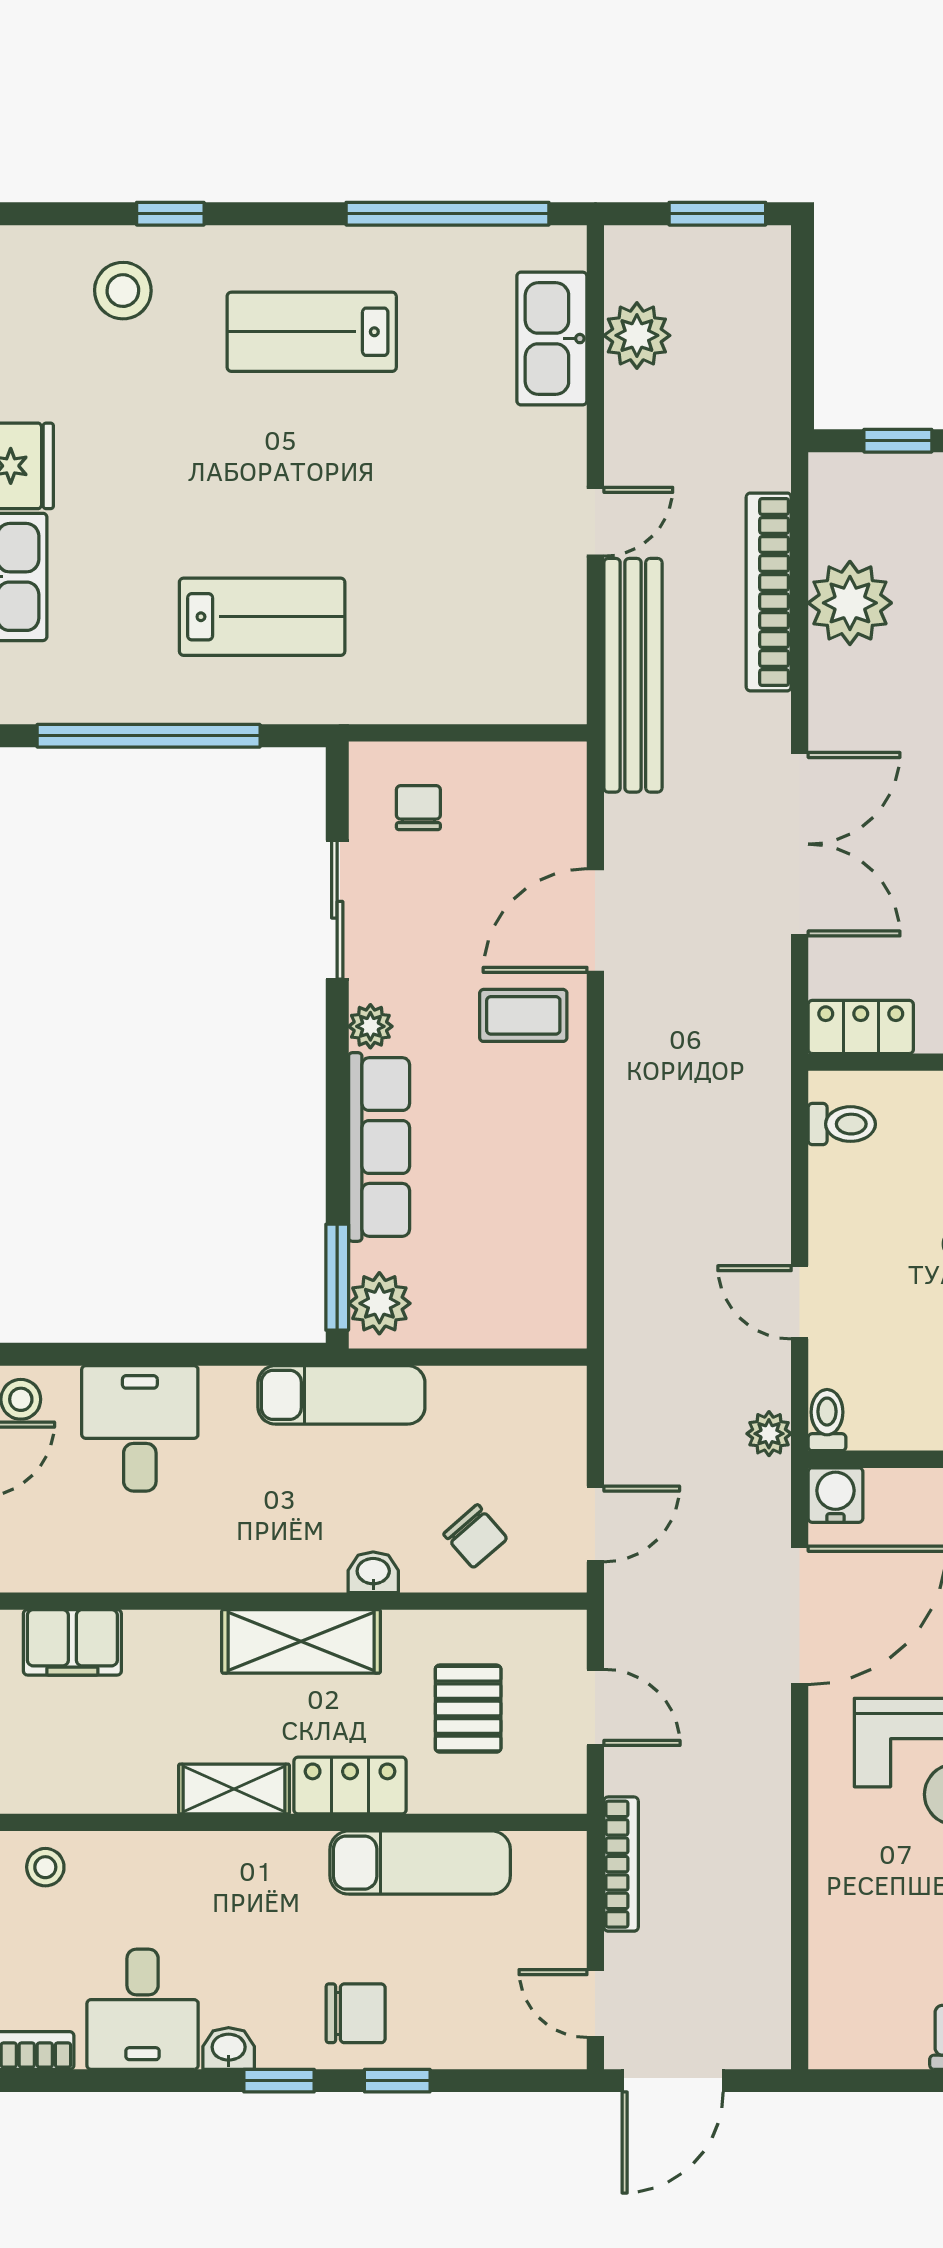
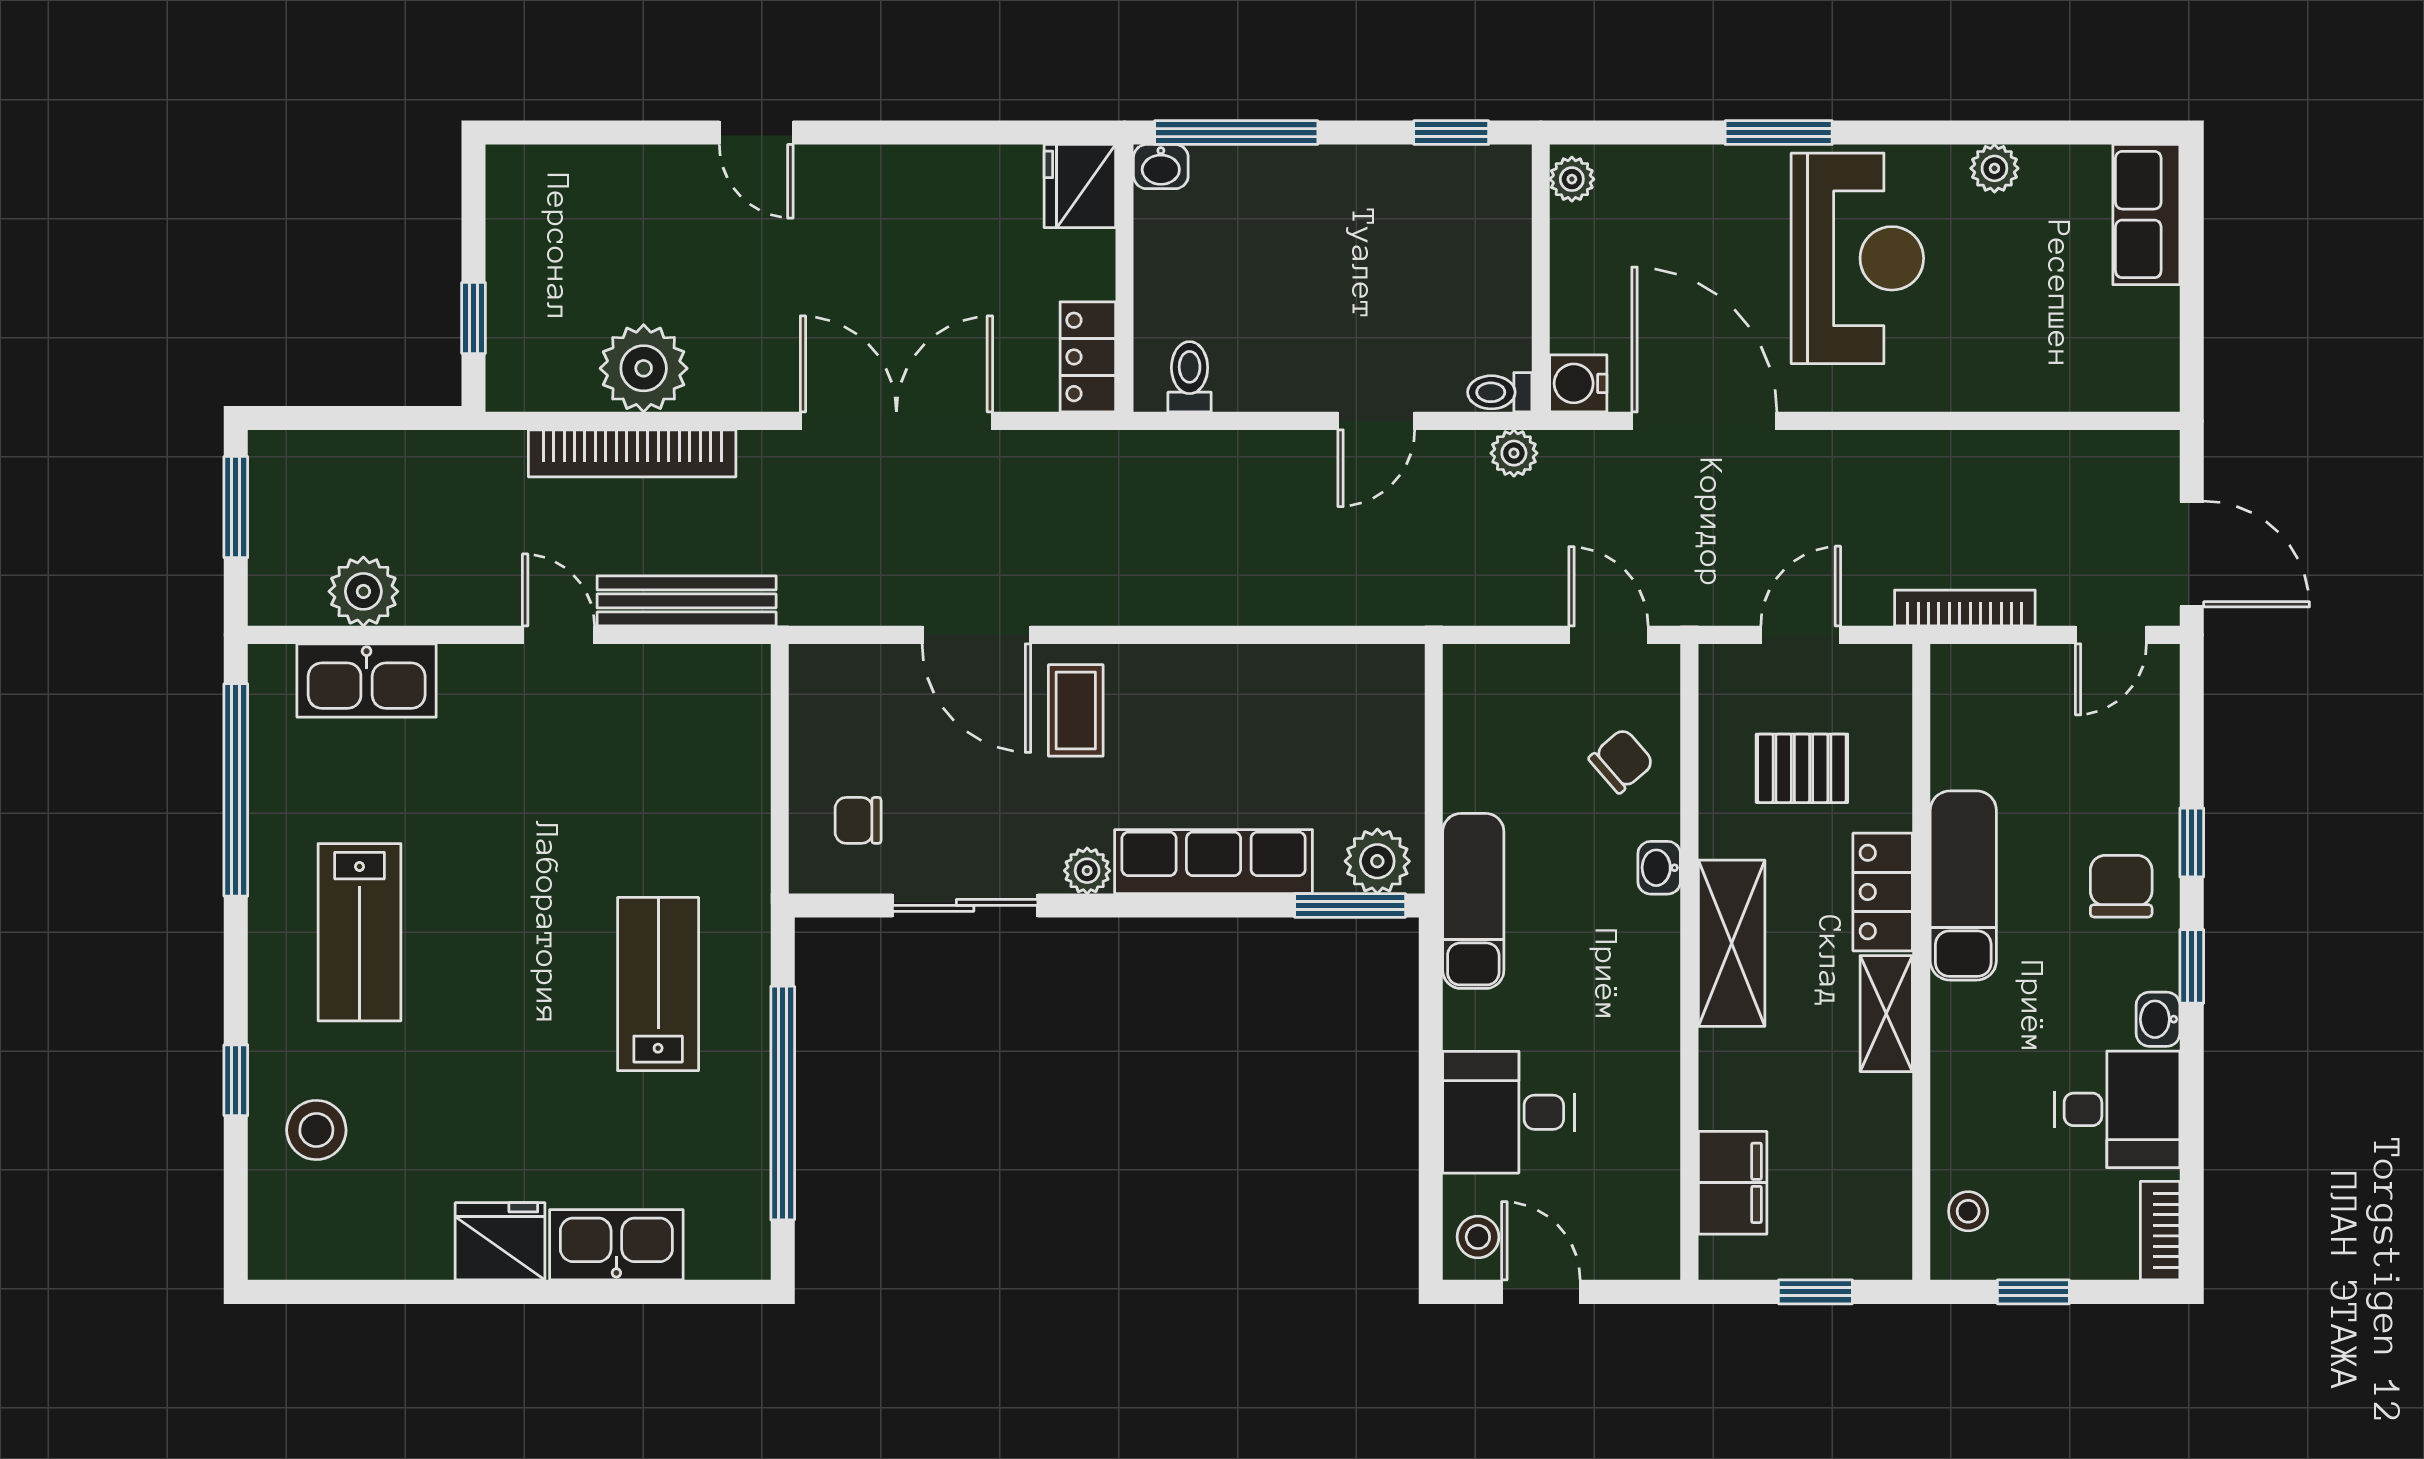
bench: (633, 675) -> (687, 601), width x0.73, depth x0.82
exam couch: (420, 1863) -> (1963, 885), moved

